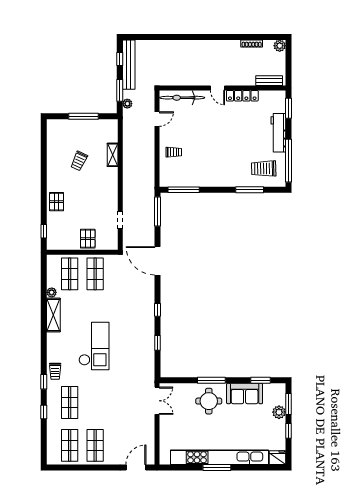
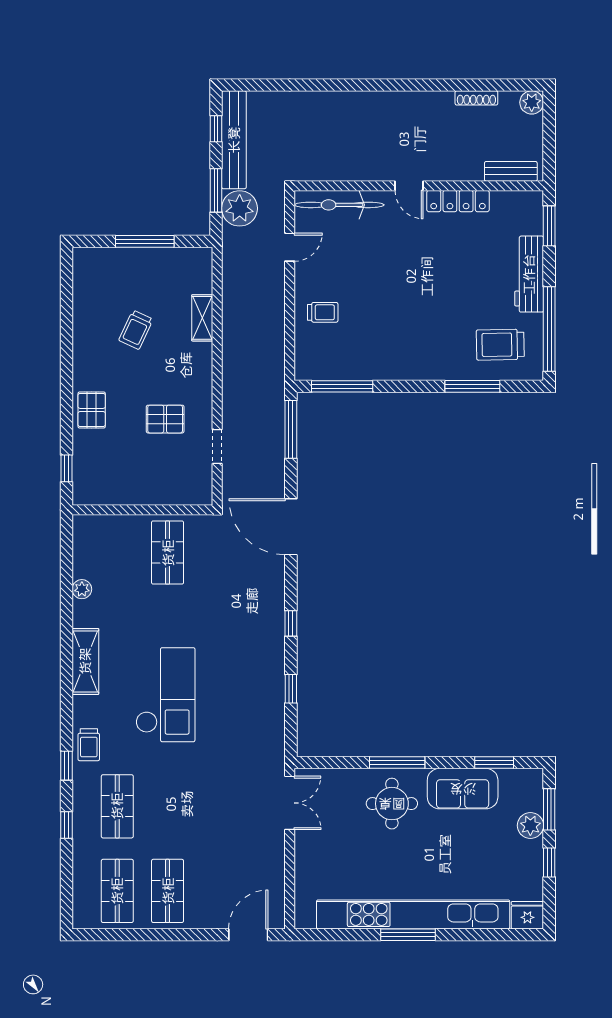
plant: (127, 104) -> (240, 208), width x1.88, depth x1.88
pallet: (88, 239) -> (165, 419), moved, turned 90
shop shelf: (70, 274) -> (117, 553), removed
shelving: (53, 315) -> (85, 661), moved

